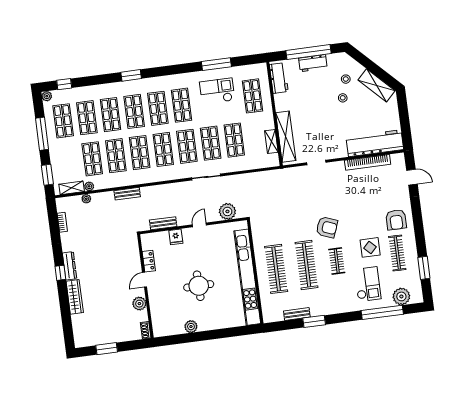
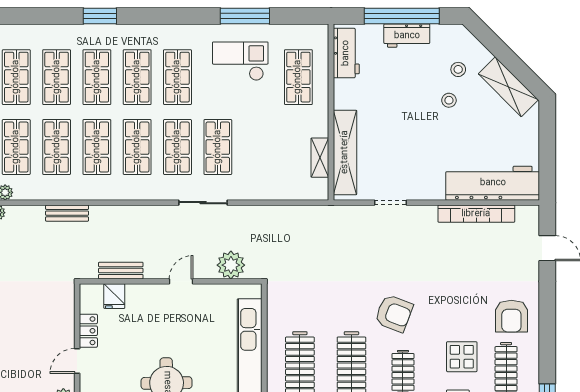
shop shelf: (234, 140) -> (258, 147), removed
fridge: (176, 237) -> (114, 296), moved

